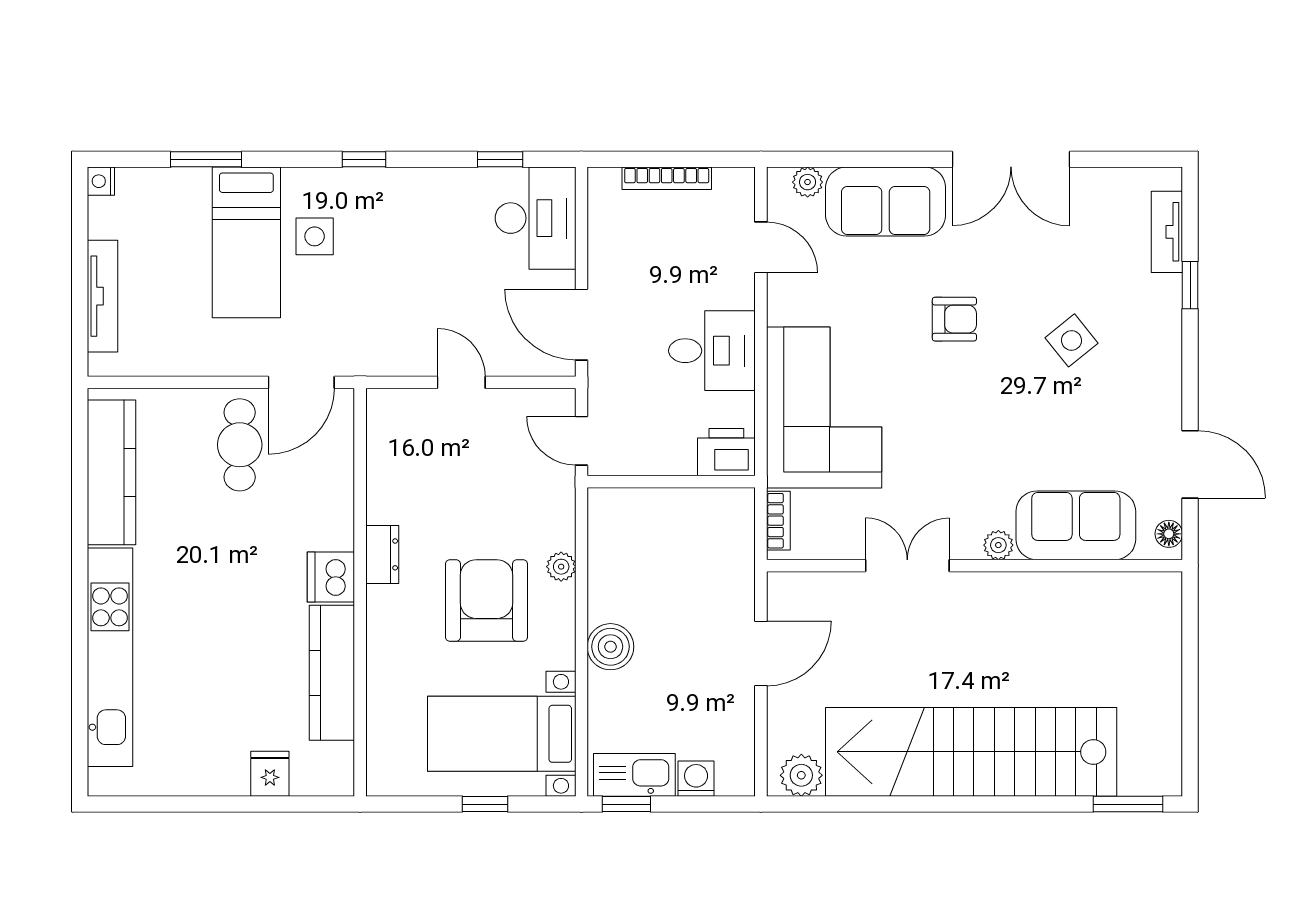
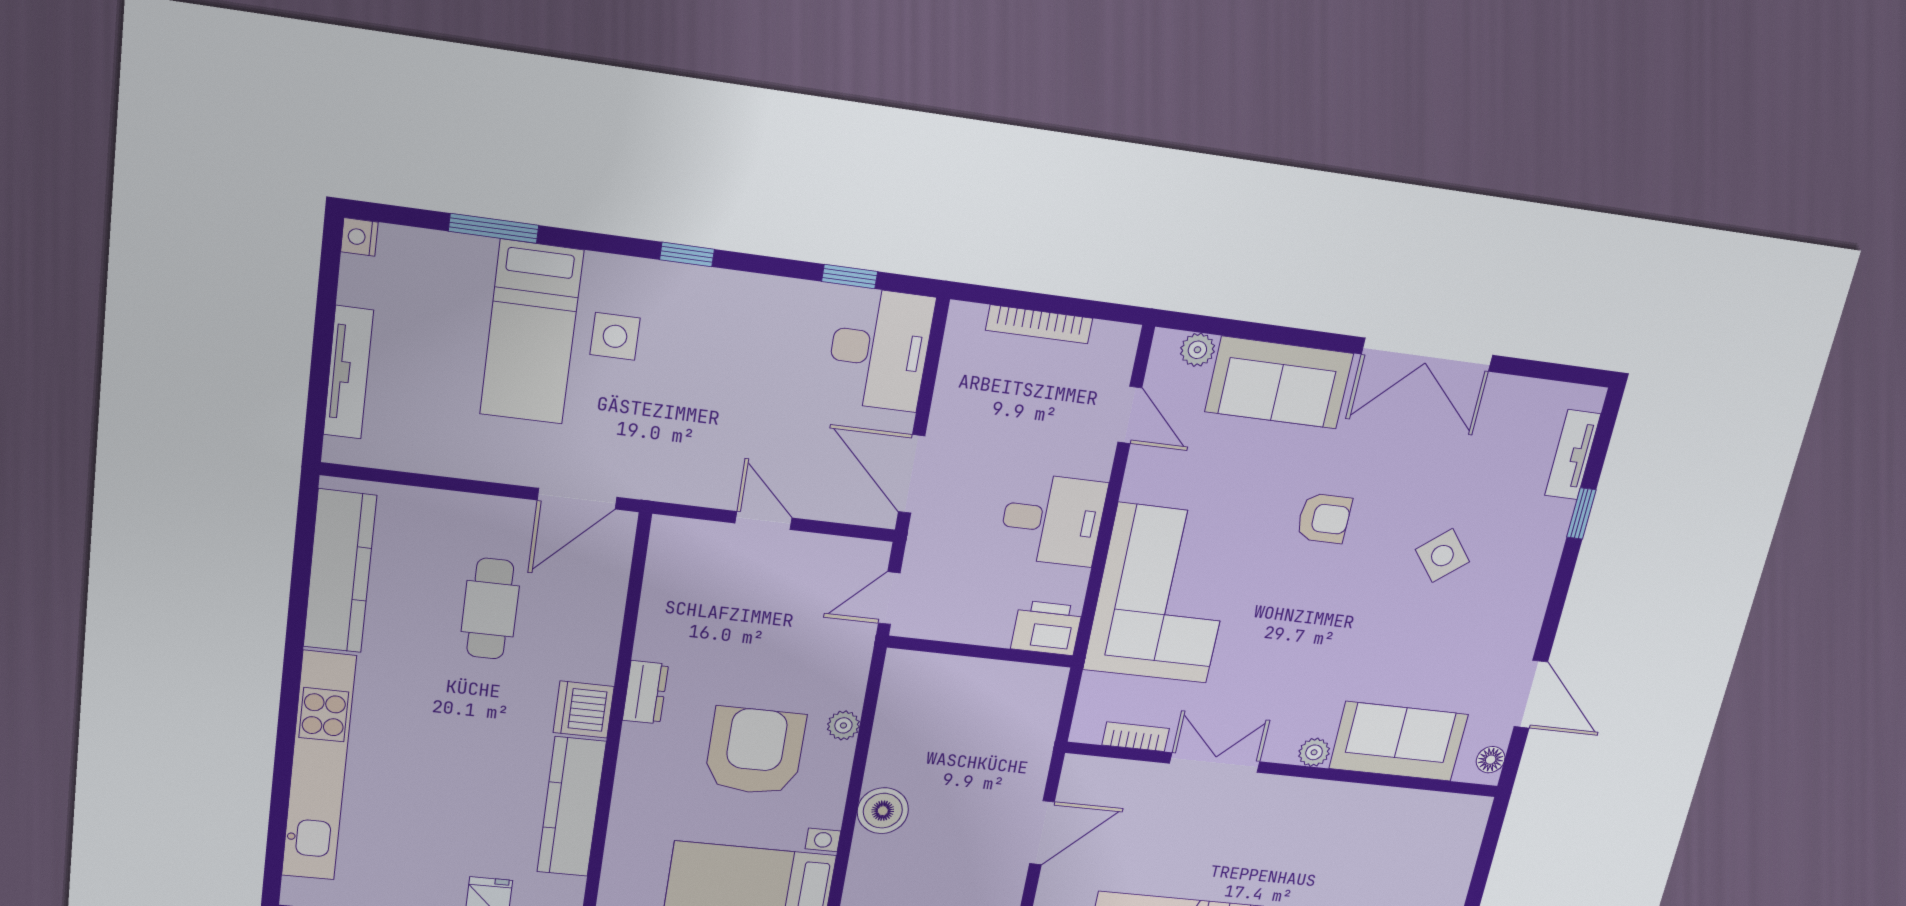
door: (582, 441) -> (889, 598), hinge flipped
cafe table: (240, 445) -> (490, 609), moved
bookcase: (778, 521) -> (1136, 737), moved, turned -90

